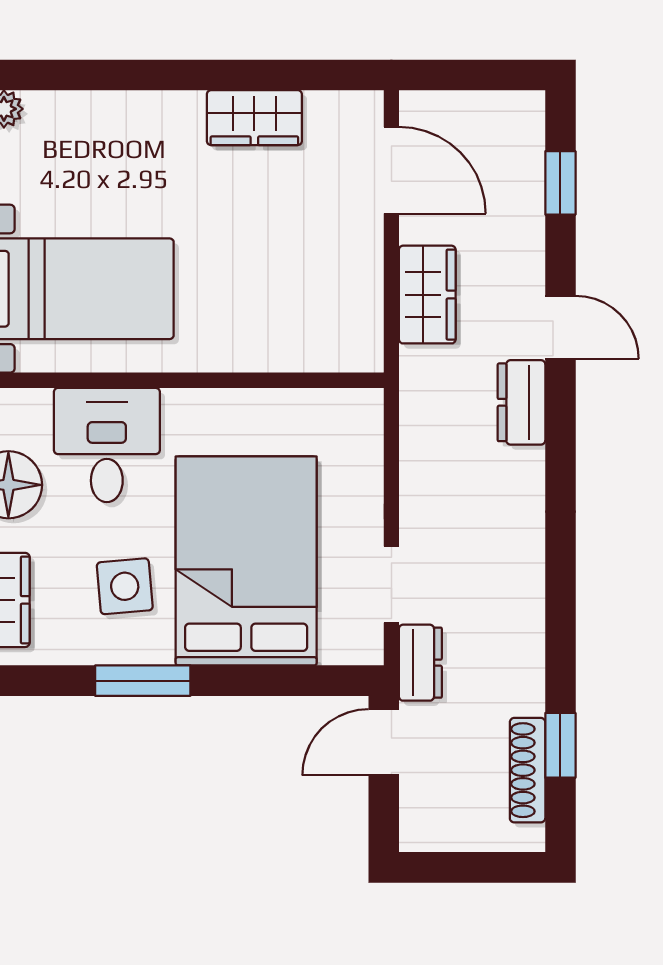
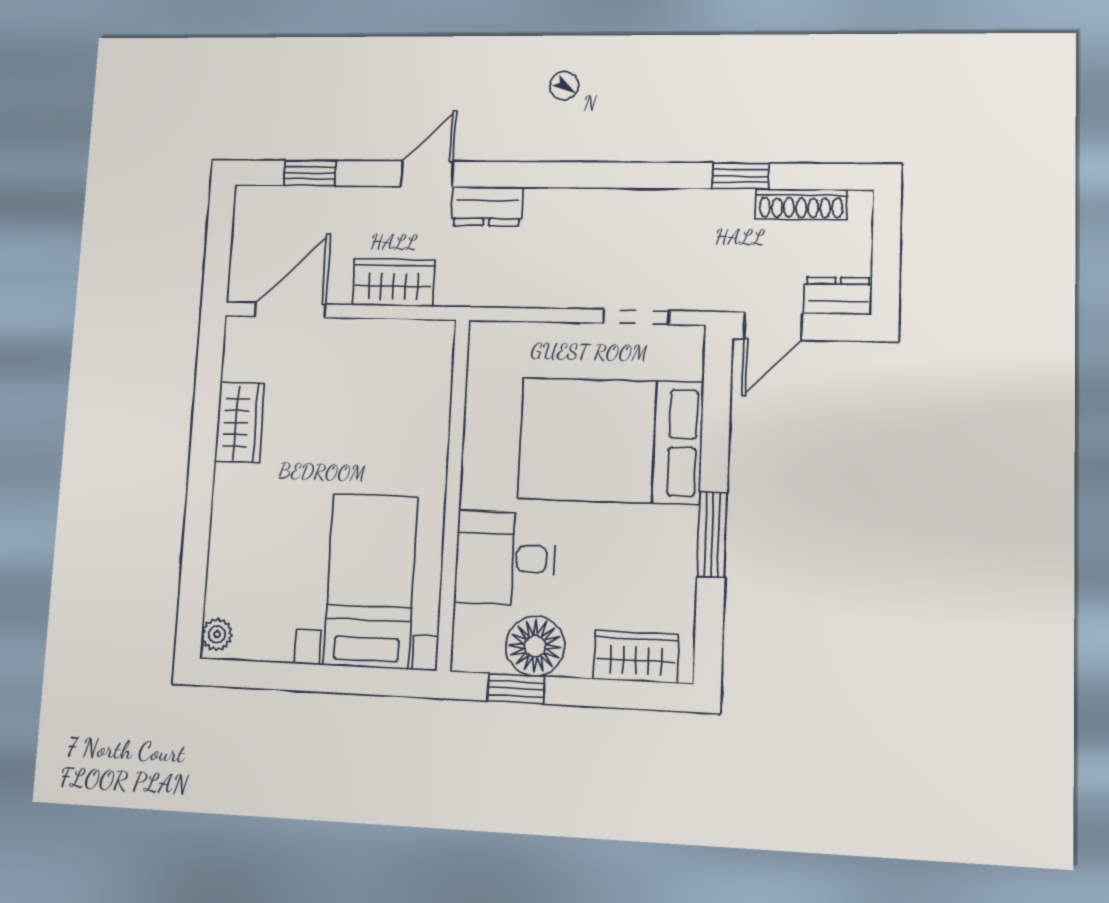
side table: (125, 586) -> (628, 547), removed
dresser: (420, 663) -> (838, 296), moved
door: (384, 742) -> (773, 326), hinge flipped
window: (560, 745) -> (741, 176), moved

